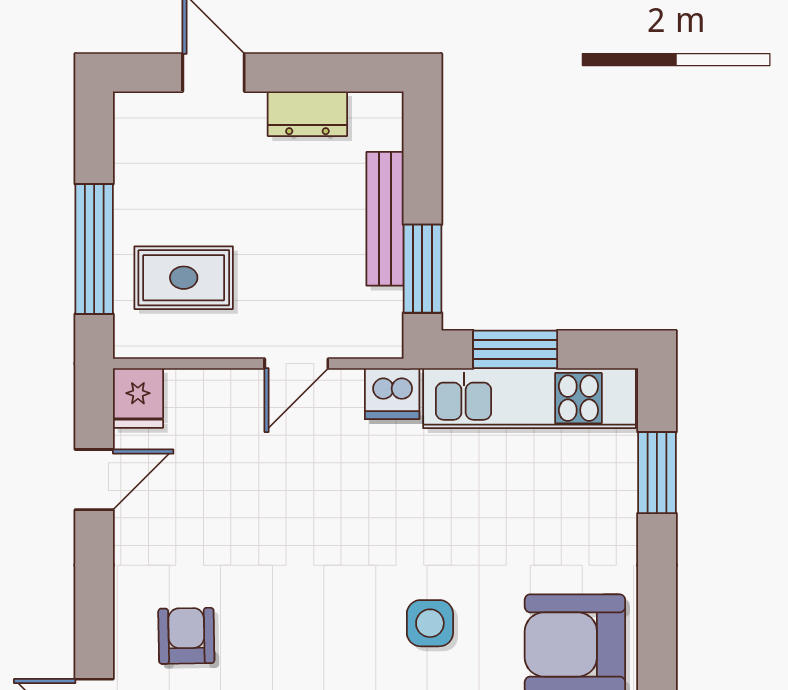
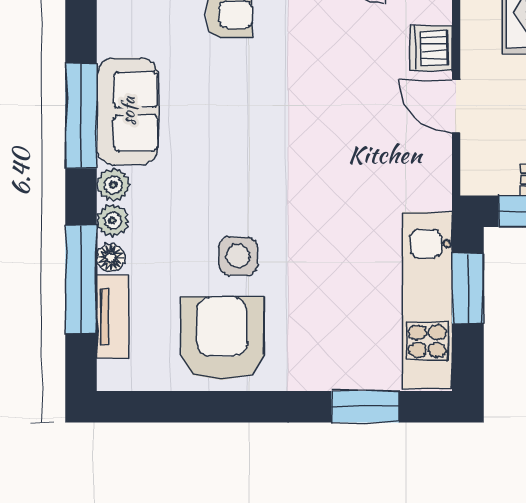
dishwasher: (392, 394) -> (431, 48), moved
side table: (430, 623) -> (238, 256), moved

